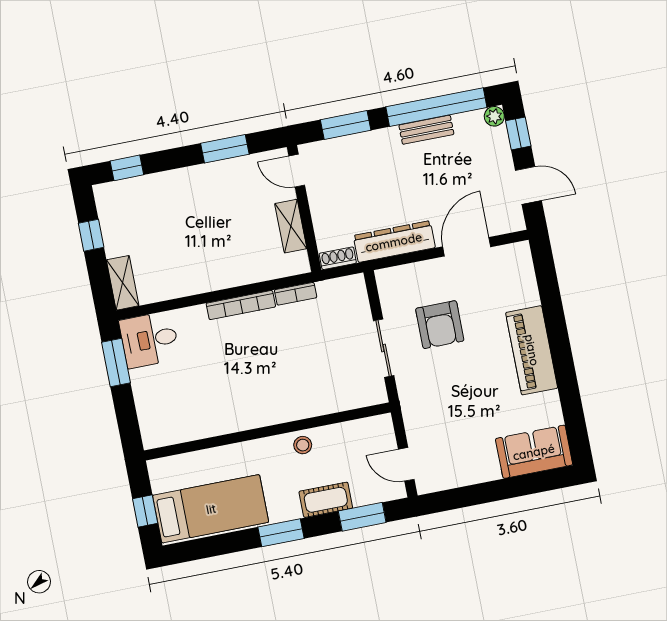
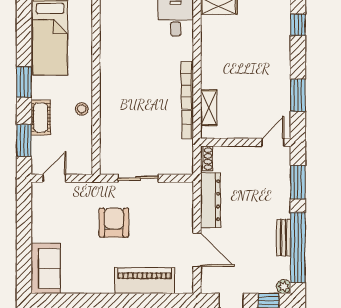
shelving: (291, 226) -> (209, 108), moved, turned 90
armchair: (440, 325) -> (114, 223), moved, turned 90
piano: (532, 350) -> (145, 281), moved

